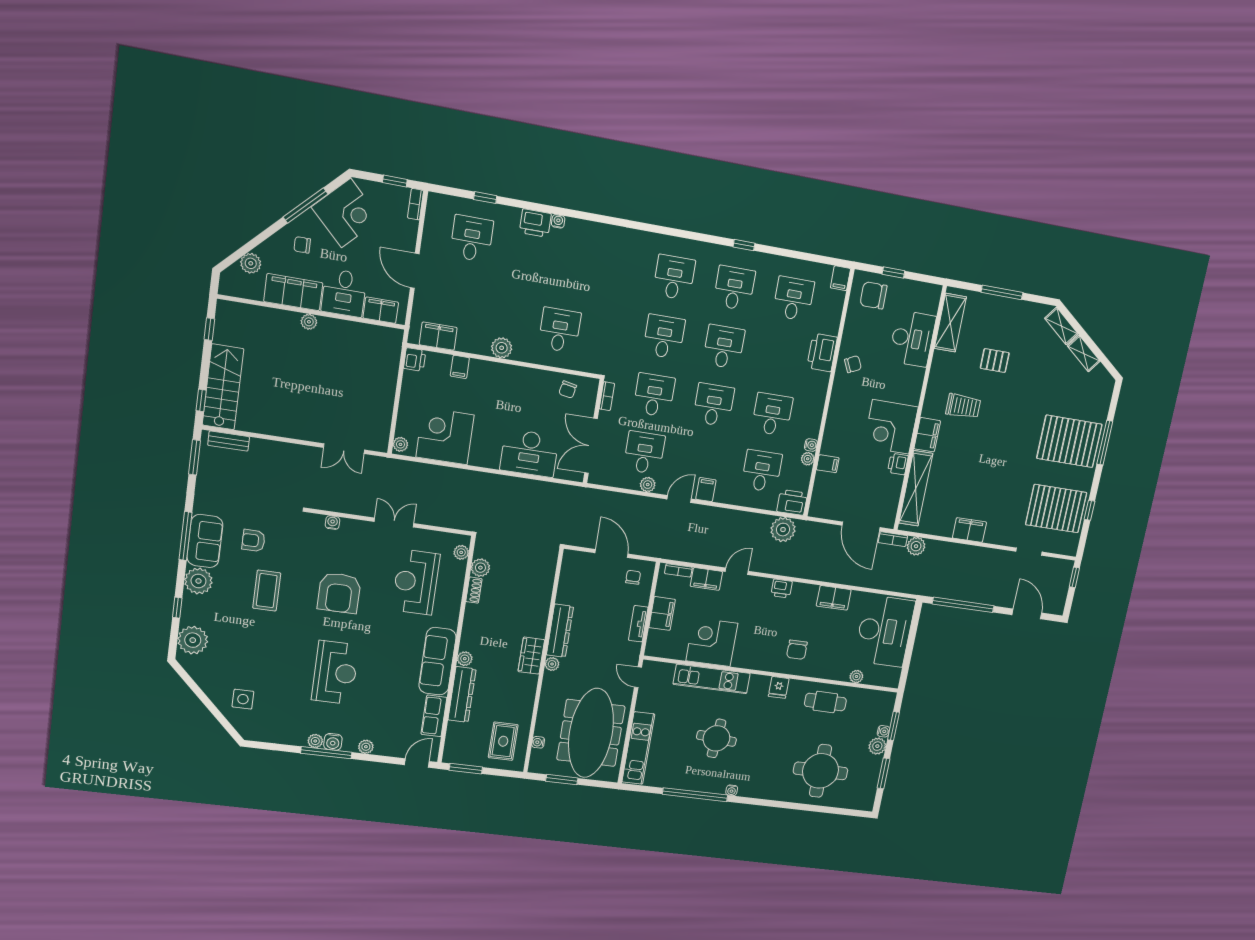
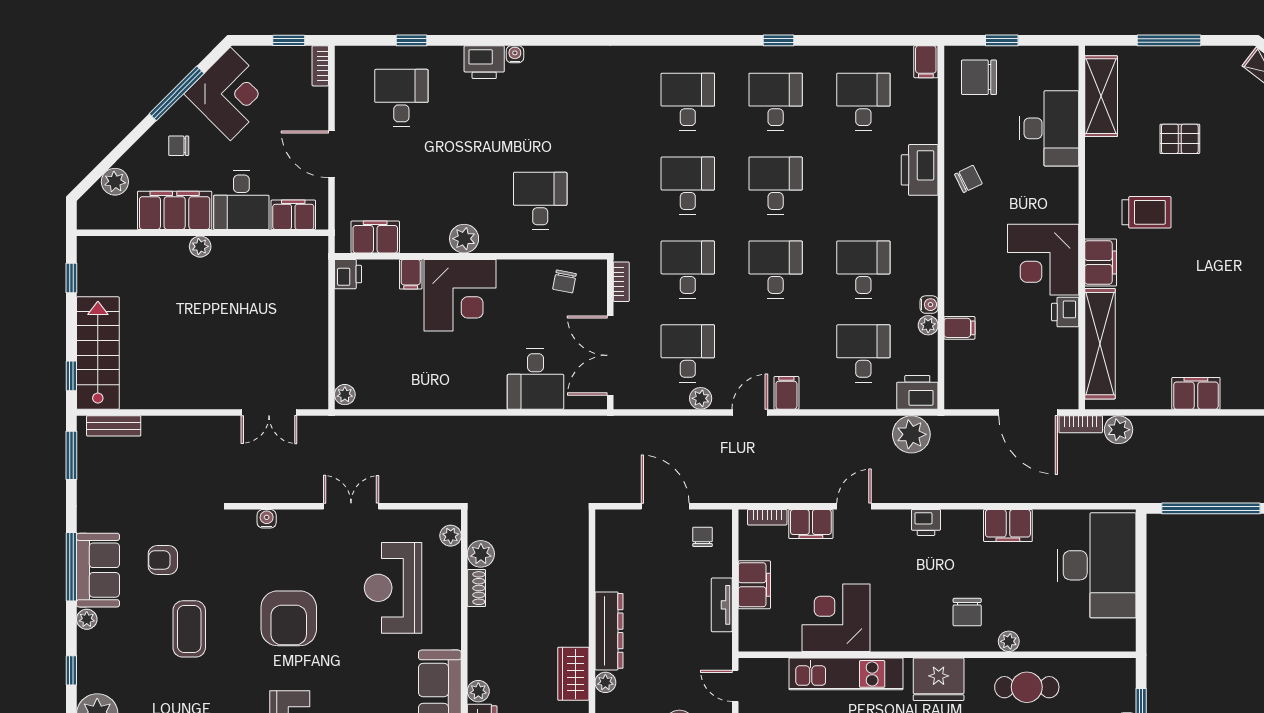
corner desk: (445, 436) -> (460, 295), moved, turned 180
desk: (529, 453) -> (535, 379), width x0.73
plant: (198, 581) -> (87, 619), width x0.53, depth x0.53
plant: (856, 677) -> (1009, 641), moved
fridge: (779, 687) -> (939, 679), width x1.88, depth x1.34

